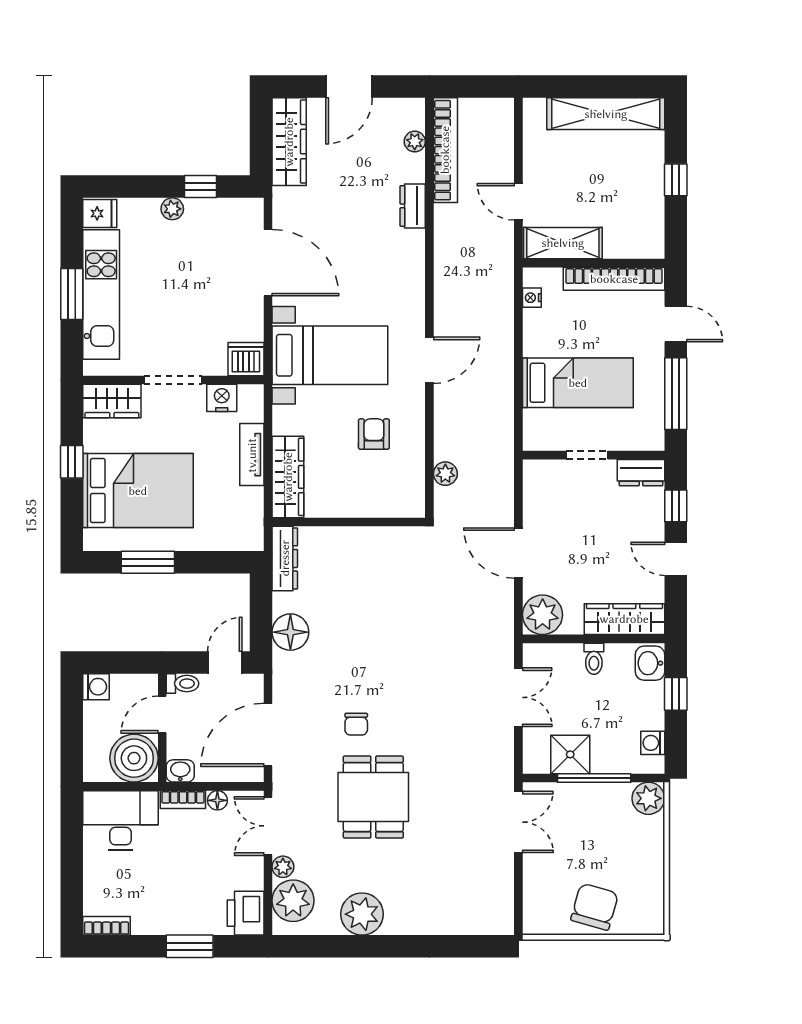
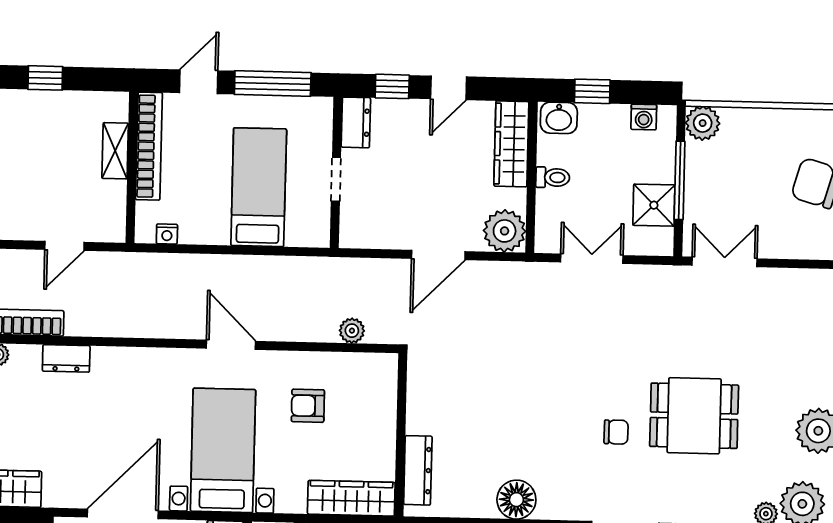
shelving: (563, 243) -> (115, 151), moved, width x0.67, depth x0.75
dresser: (285, 558) -> (418, 470), moved, turned 90

